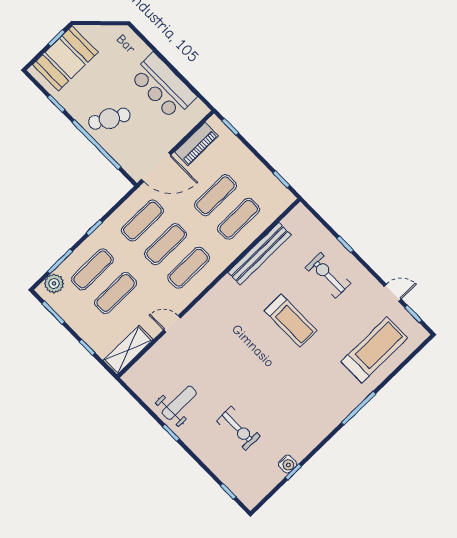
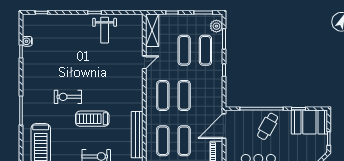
booth: (65, 58) -> (309, 122), moved, turned 90
exercise mat: (142, 221) -> (205, 95), removed
exercise bike: (238, 428) -> (68, 97), moved
water cooler: (287, 464) -> (27, 41), moved

